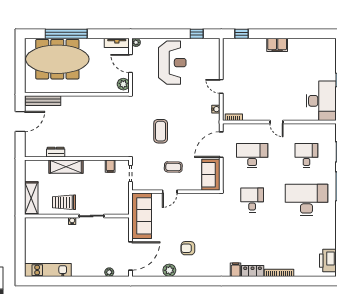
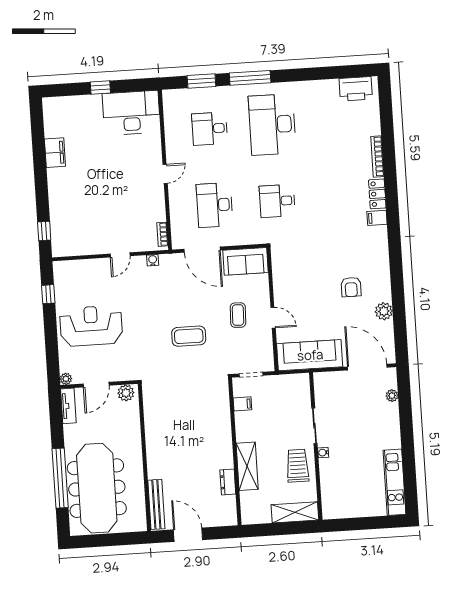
filing cabinet: (277, 45) -> (55, 153), moved
trolley: (64, 202) -> (298, 466), turned 180

